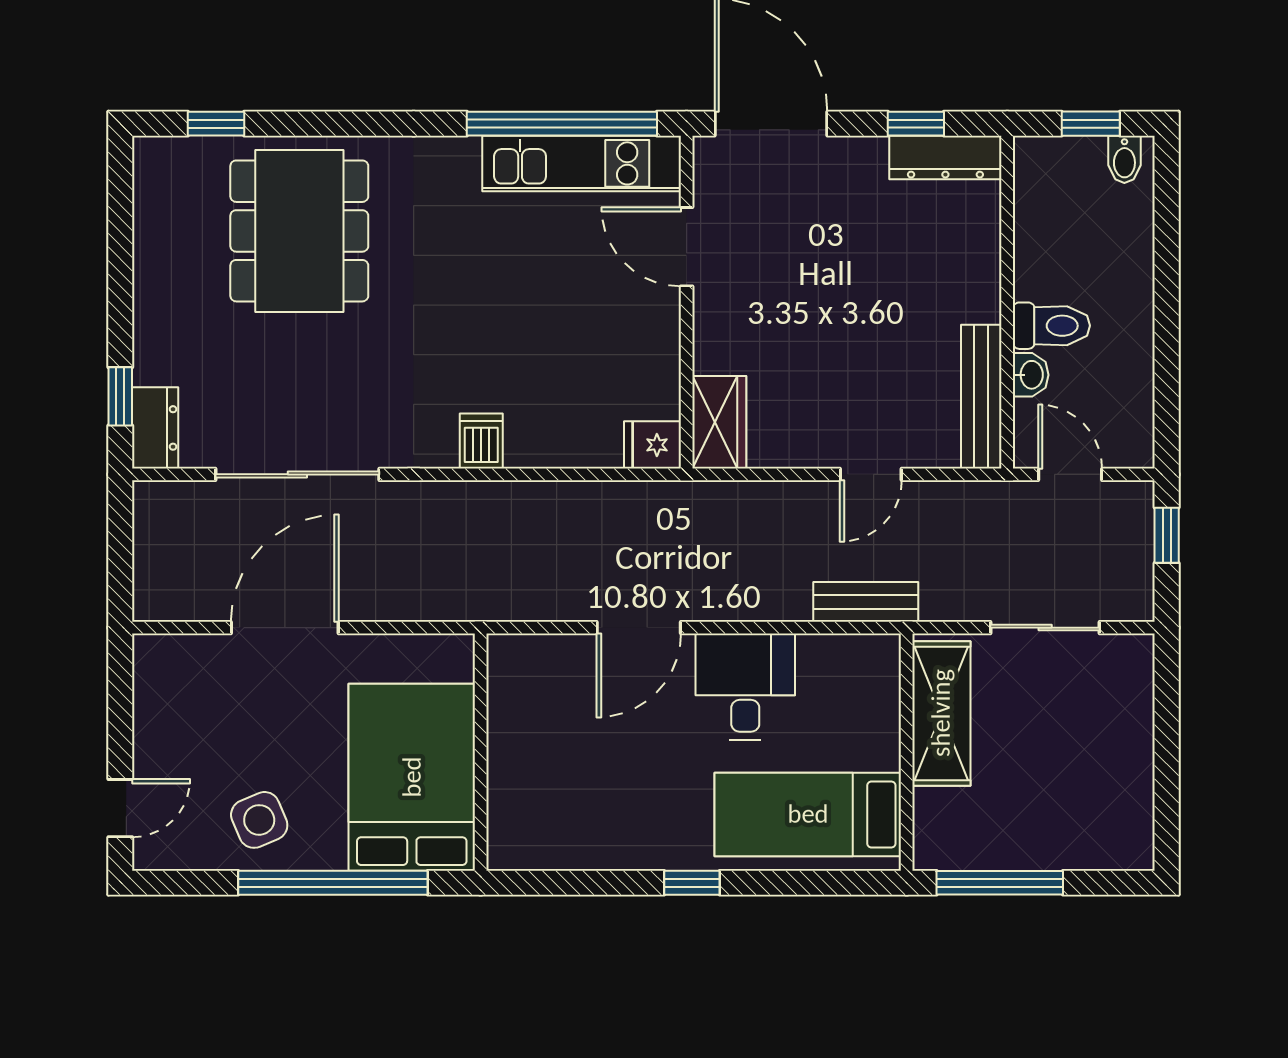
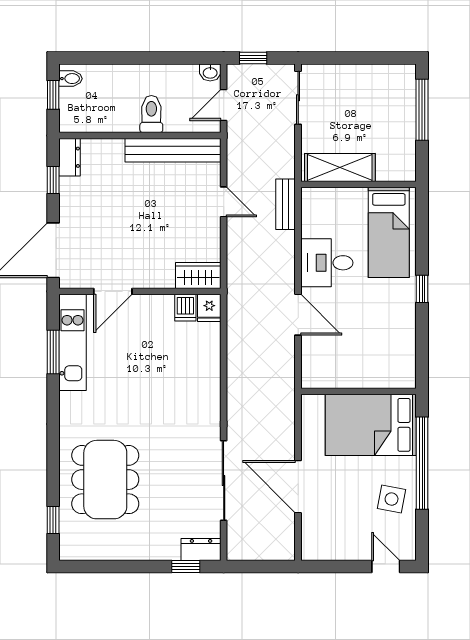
window: (562, 124) -> (53, 352), width x0.47
dresser: (945, 157) -> (70, 157), width x0.70
dining table: (299, 231) -> (105, 480), turned 90
washbasin: (1031, 375) -> (210, 72), moved, turned 180
bench: (981, 397) -> (173, 150), width x1.37, depth x1.21
dishwasher: (481, 441) -> (185, 308), moved, turned -90
sliding door: (1045, 628) -> (298, 98), moved
side table: (259, 820) -> (392, 499), turned 34
window: (1000, 883) -> (422, 110), moved

